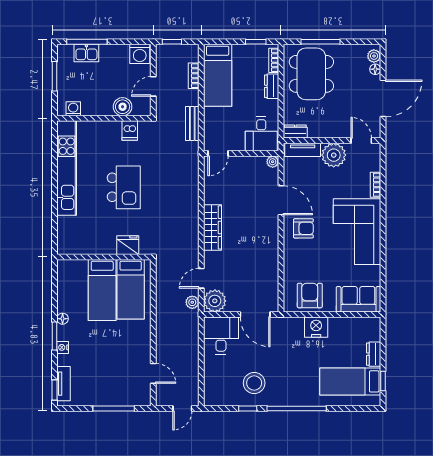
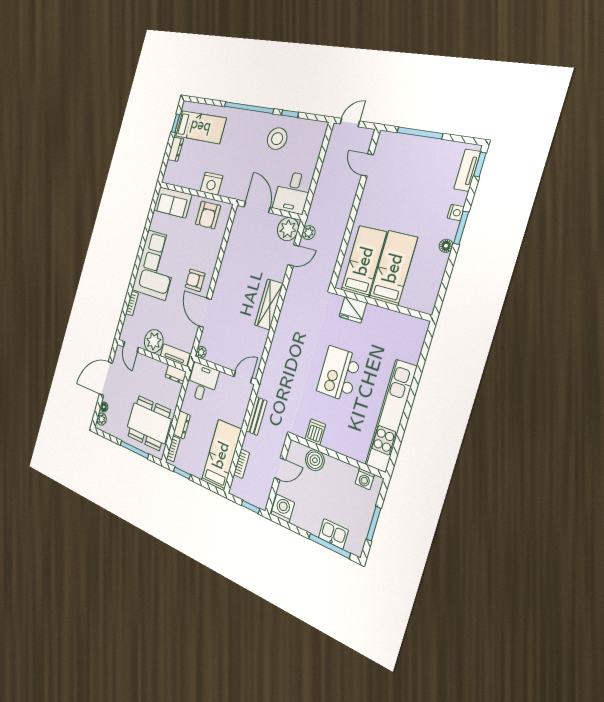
dining table: (311, 74) -> (149, 423), turned 90

